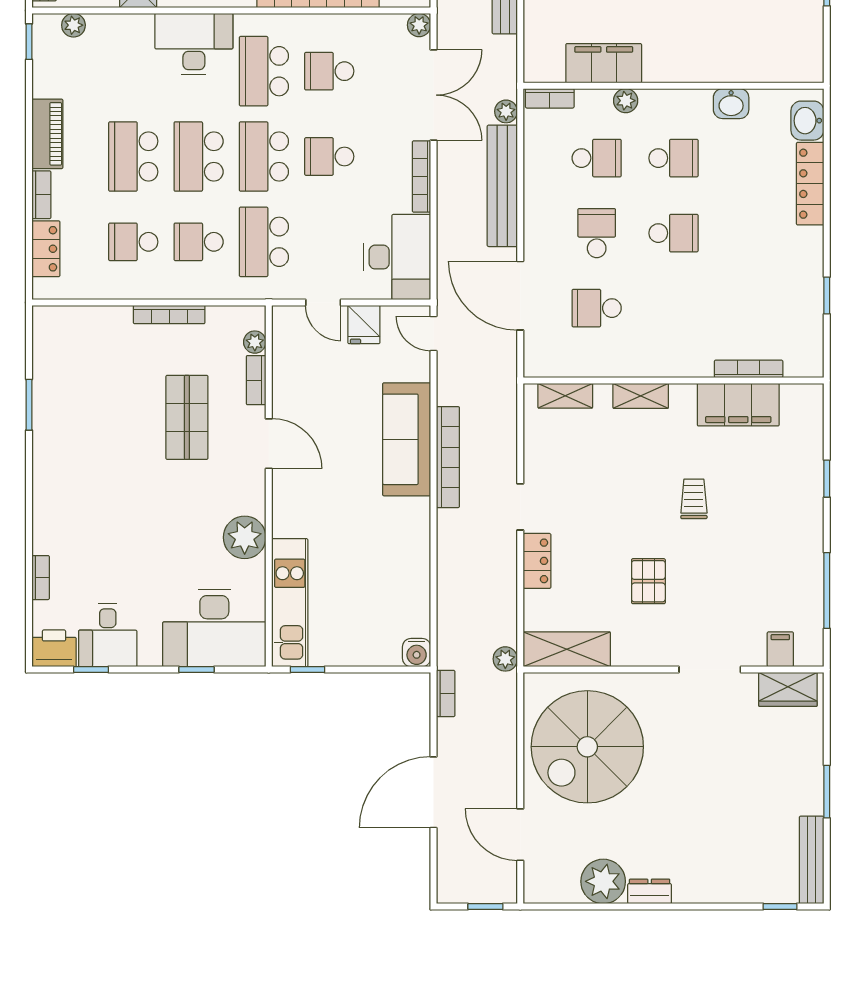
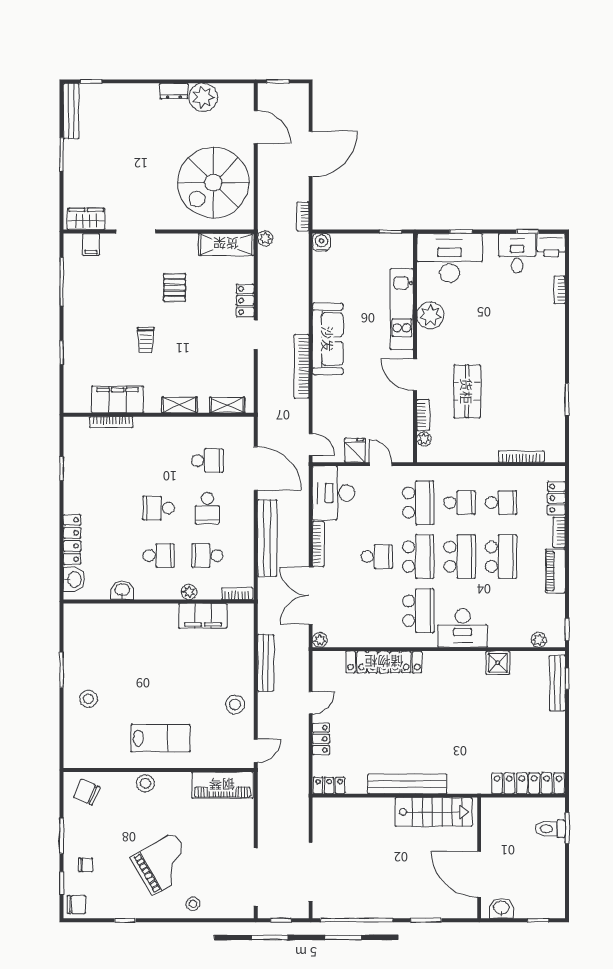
school desk: (329, 71) -> (377, 611), removed
plant: (506, 111) -> (265, 585), removed
school desk: (674, 158) -> (159, 556), turned 180
bookcase: (169, 315) -> (521, 457), moved
sofa: (407, 439) -> (328, 339), moved
kitchen unit: (290, 603) -> (402, 309), moved
spiral stairs: (587, 747) -> (213, 183), turned 180

